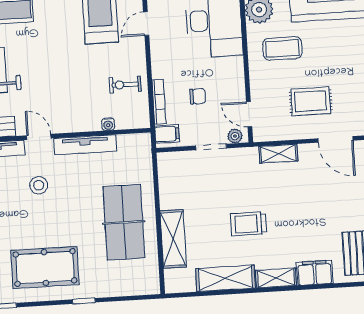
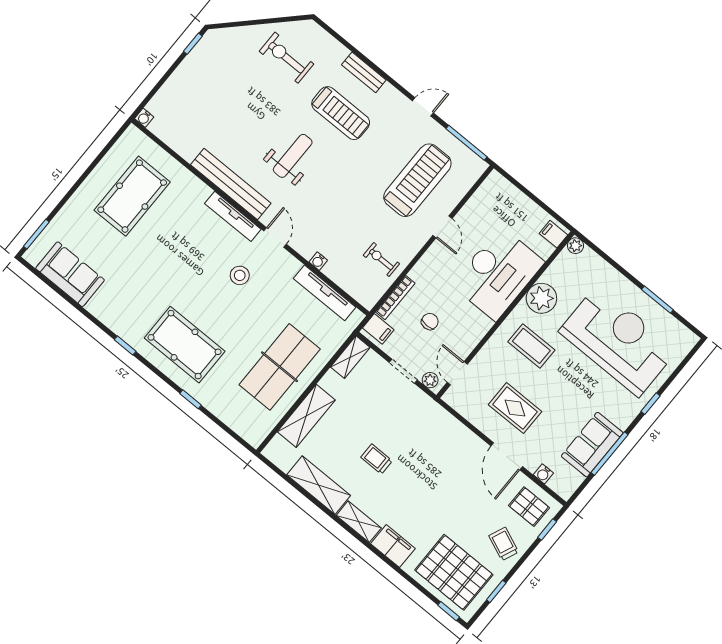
door: (146, 24) -> (442, 227), swing flipped
chair: (198, 96) -> (430, 322), turned -90
water cooler: (108, 124) -> (318, 261), moved
tv unit: (85, 145) -> (325, 293), moved
shelving: (278, 154) -> (350, 357), moved, turned 90
trolley: (249, 224) -> (377, 459), width x0.73, depth x0.72

